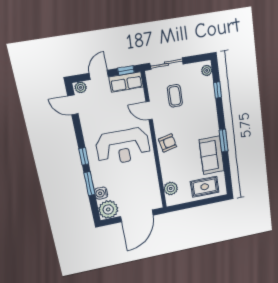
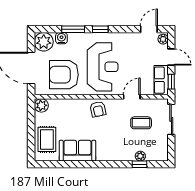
plant: (207, 70) -> (140, 156), moved
window: (224, 141) -> (90, 164), removed
reception desk: (123, 146) -> (103, 67), turned 180
armchair: (138, 183) -> (64, 75), added
plant: (171, 188) -> (41, 105), moved

